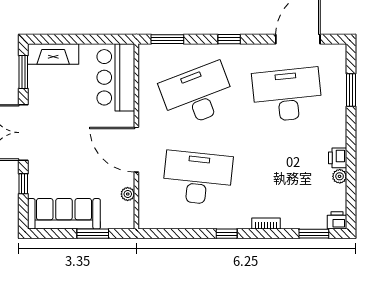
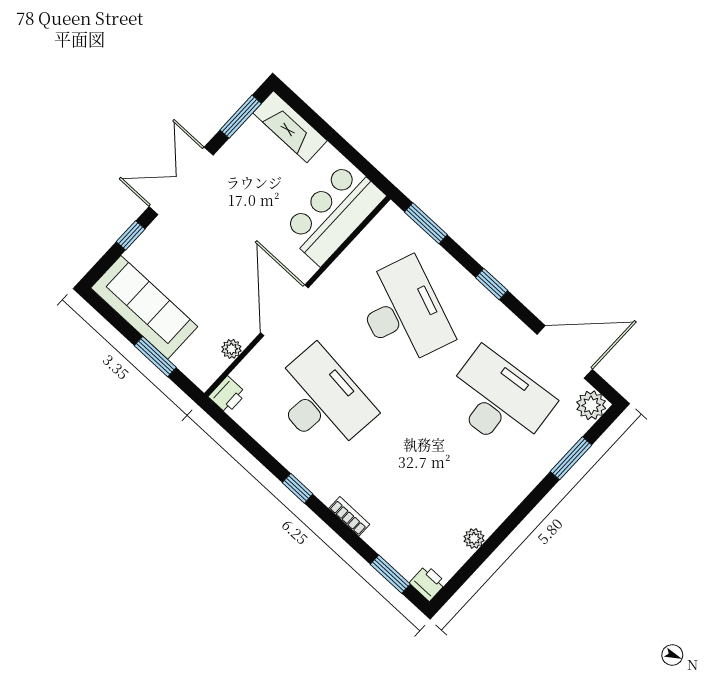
plant: (336, 54) -> (591, 405), added
desk: (198, 95) -> (403, 312), turned 42
printer: (338, 158) -> (227, 395), moved, turned 180

